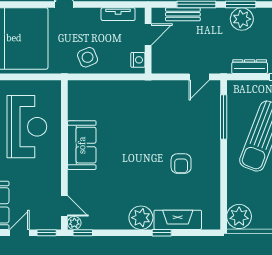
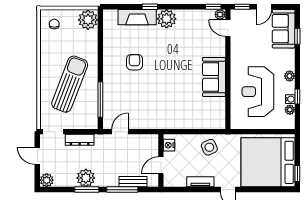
tv unit: (118, 14) -> (200, 182), moved

